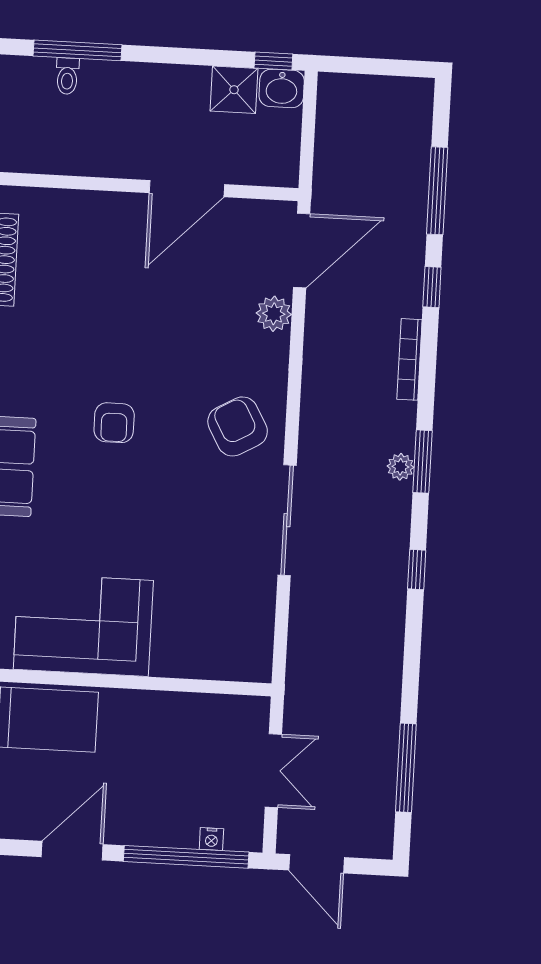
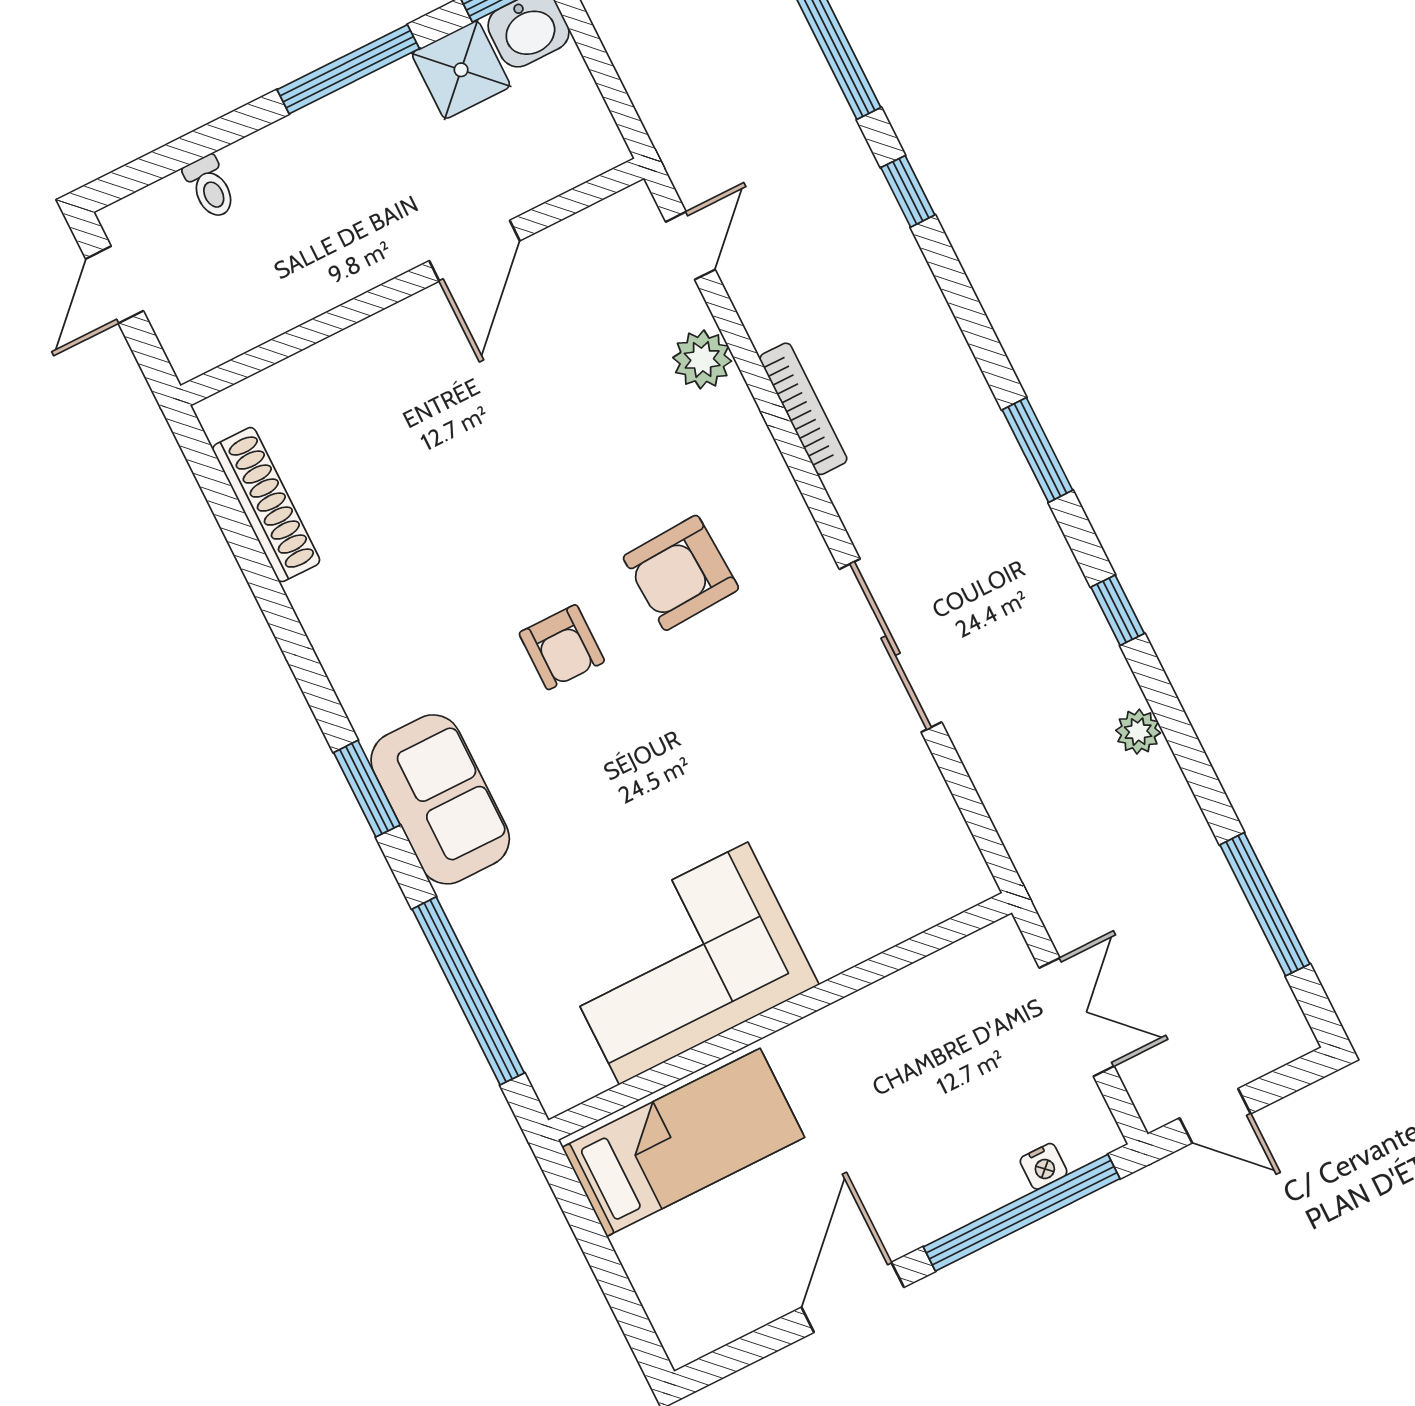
window: (78, 50) -> (348, 69), moved
door: (187, 189) -> (475, 251), width x0.73
door: (302, 251) -> (690, 246), width x0.53
bookcase: (409, 359) -> (803, 409), moved, turned 180
armchair: (238, 426) -> (681, 573), moved, turned -64
plant: (400, 467) -> (1138, 732), moved
door: (317, 864) -> (1215, 1116), width x0.73

